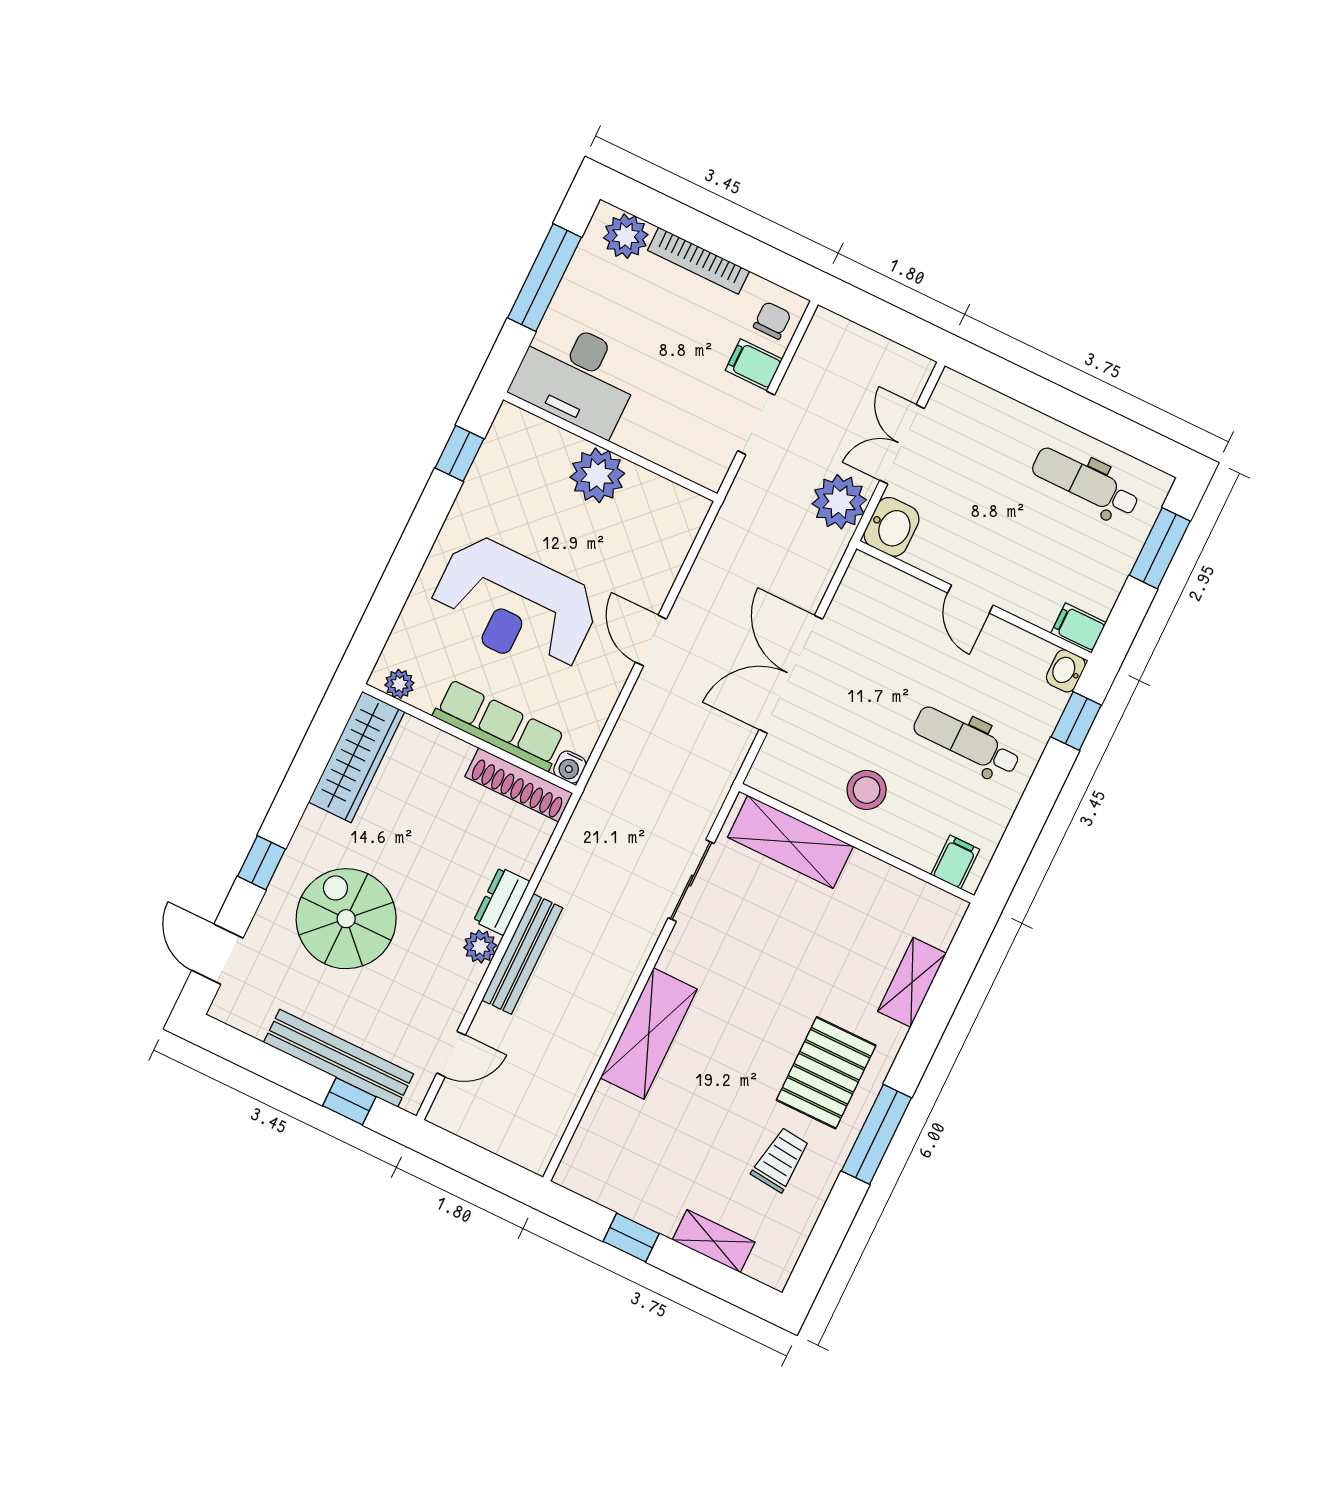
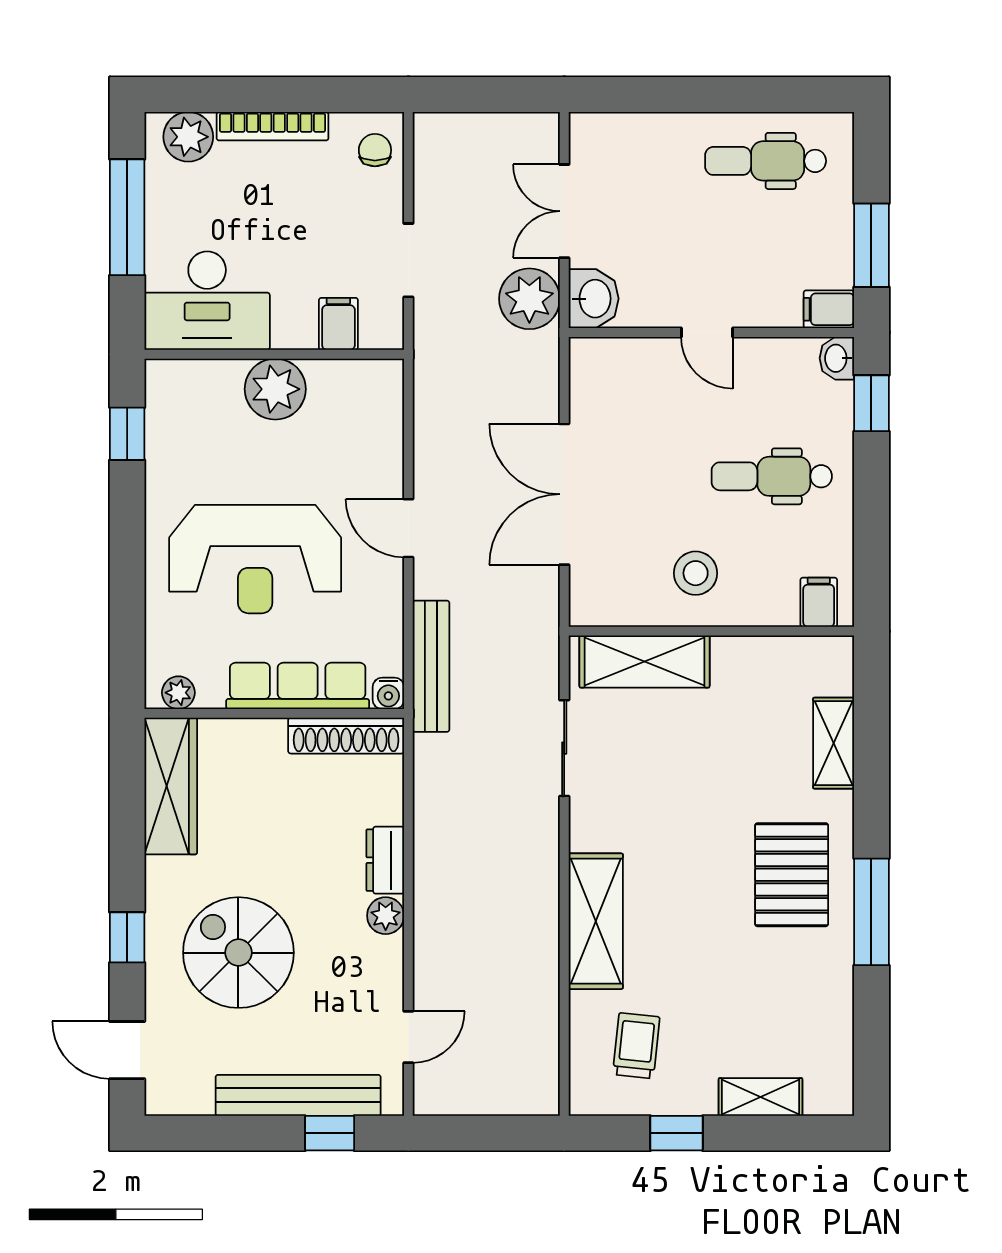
filing cabinet: (754, 365) -> (338, 324), moved, turned 90
window: (1160, 548) -> (871, 245), moved
bench: (522, 954) -> (431, 666), moved
trolley: (781, 1160) -> (636, 1046), moved

